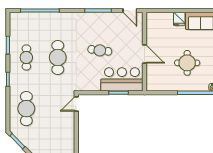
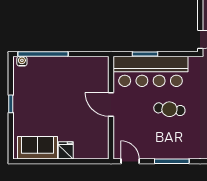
round table: (187, 63) -> (55, 93), removed
bar counter: (122, 79) -> (151, 71), width x1.36

